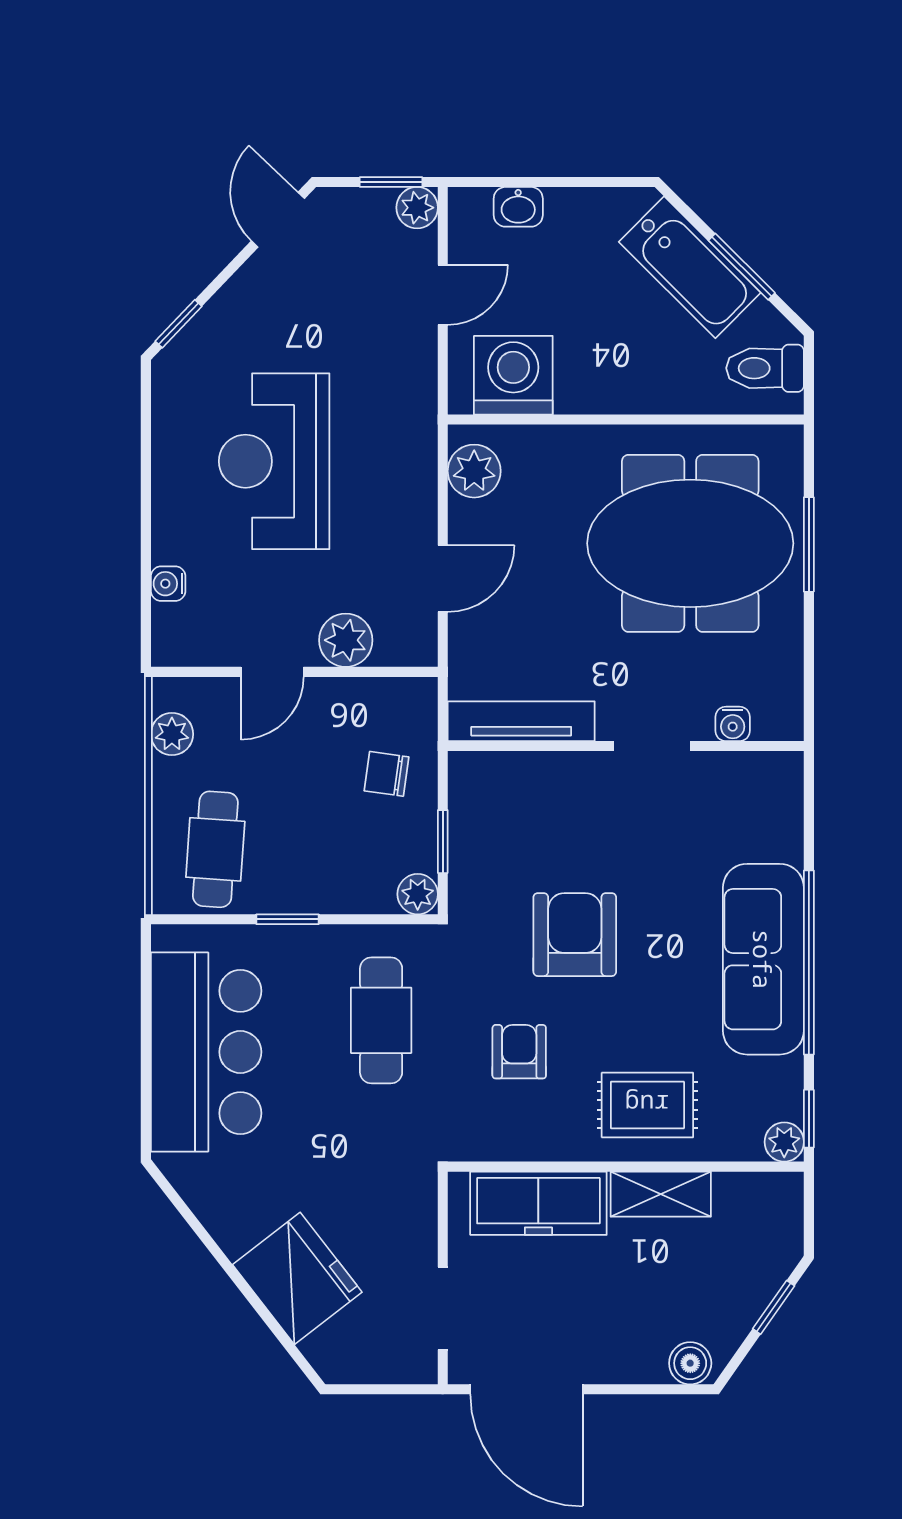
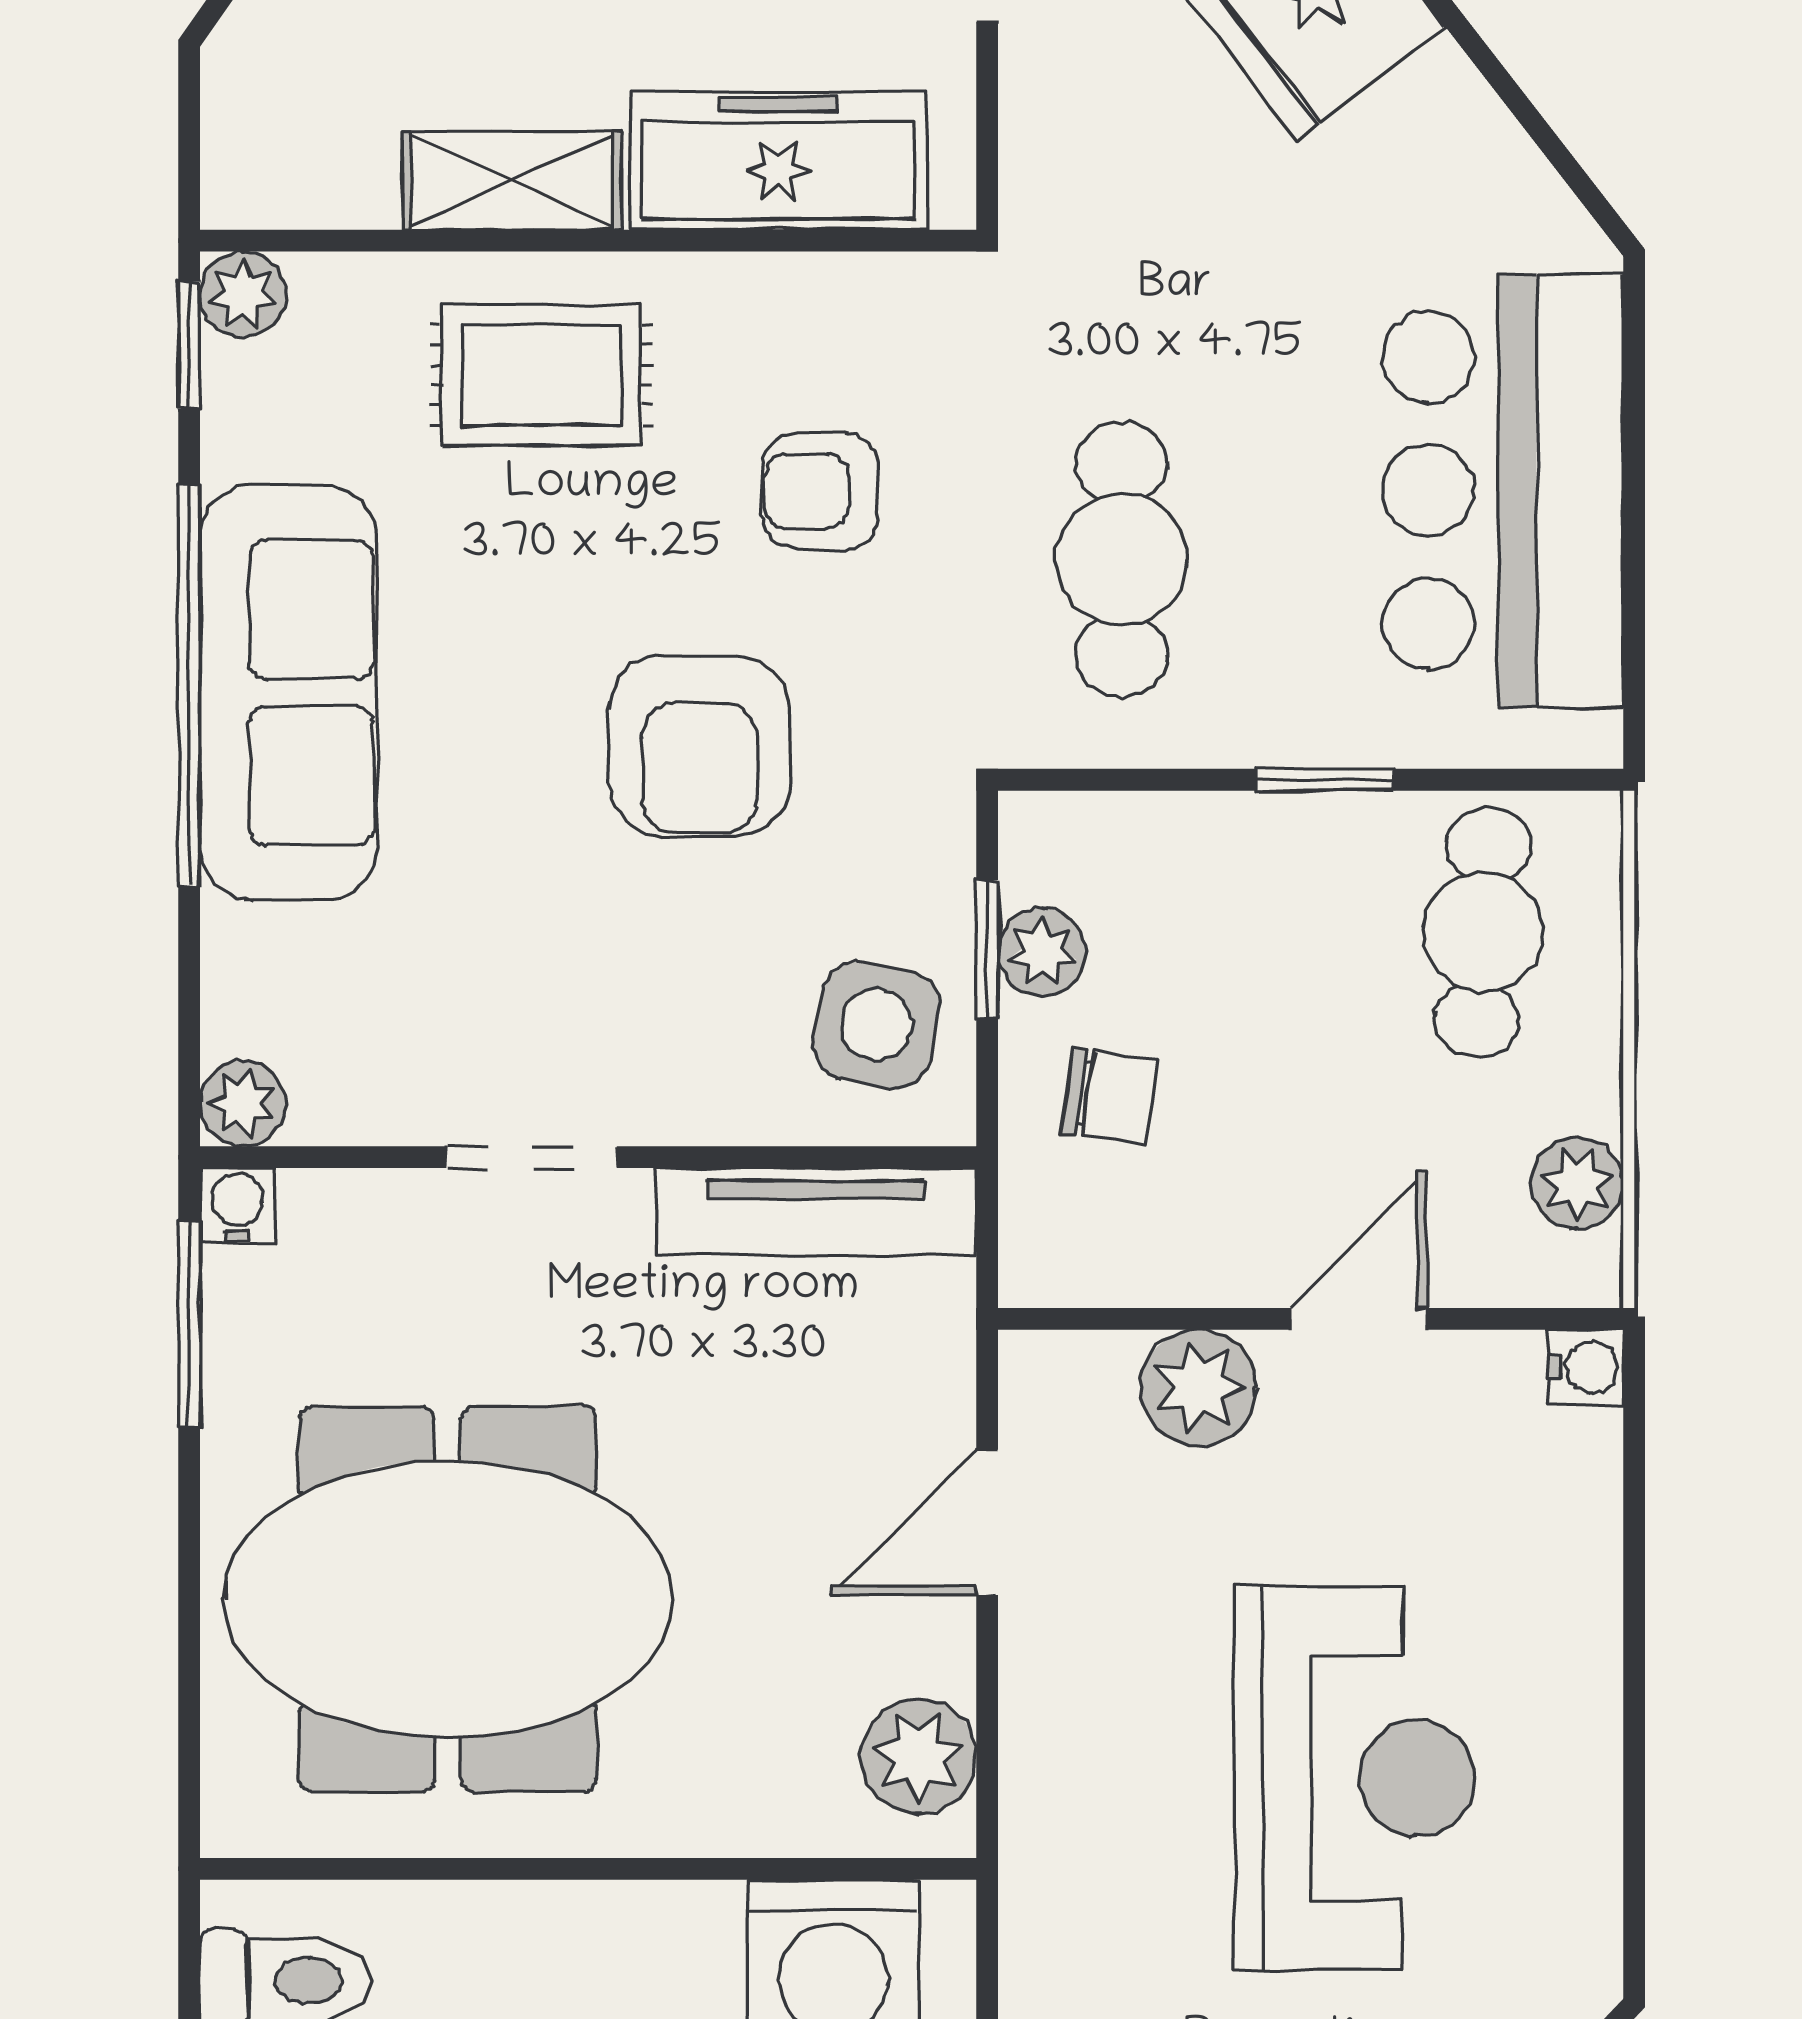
window: (809, 544) -> (189, 1323), moved
water cooler: (168, 584) -> (1586, 1367), moved
water cooler: (733, 724) -> (237, 1205), moved
plant: (784, 771) -> (243, 1103), added
side table: (494, 807) -> (876, 1025), added
plant: (418, 894) -> (1042, 952), moved
armchair: (519, 1052) -> (820, 491), turned 90

